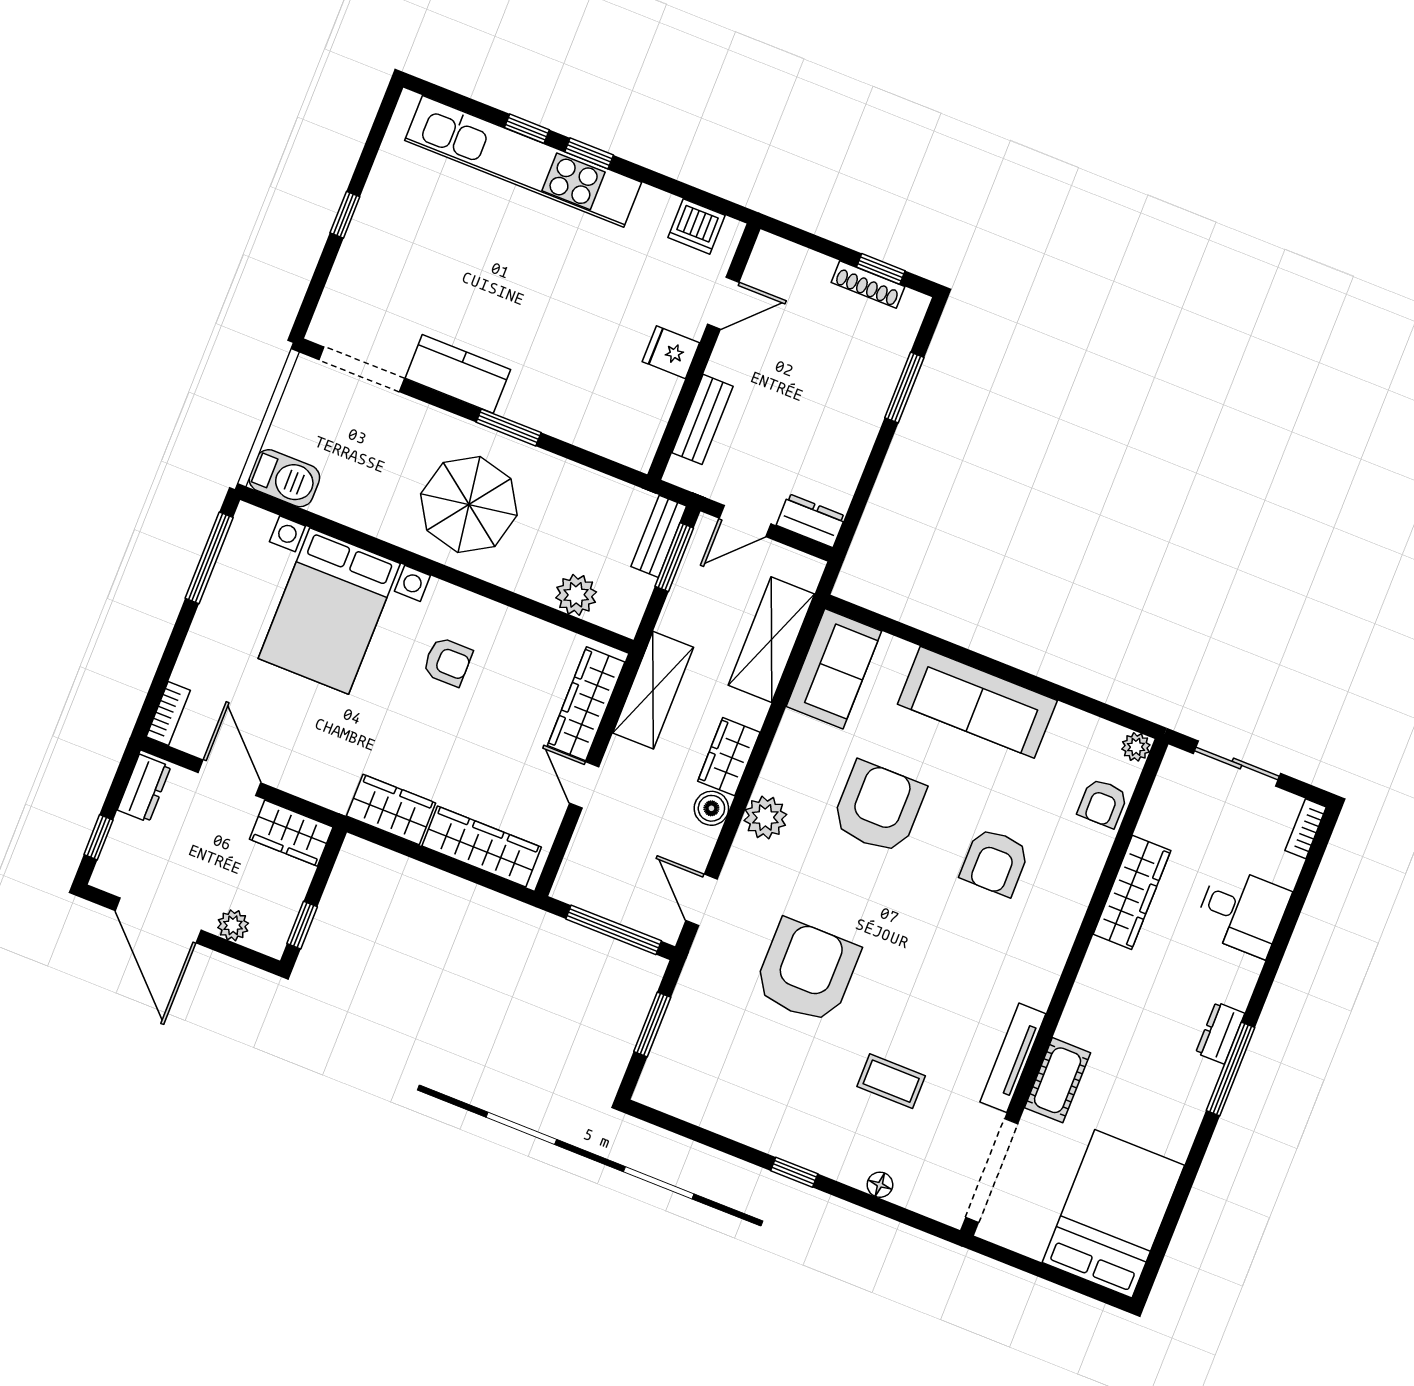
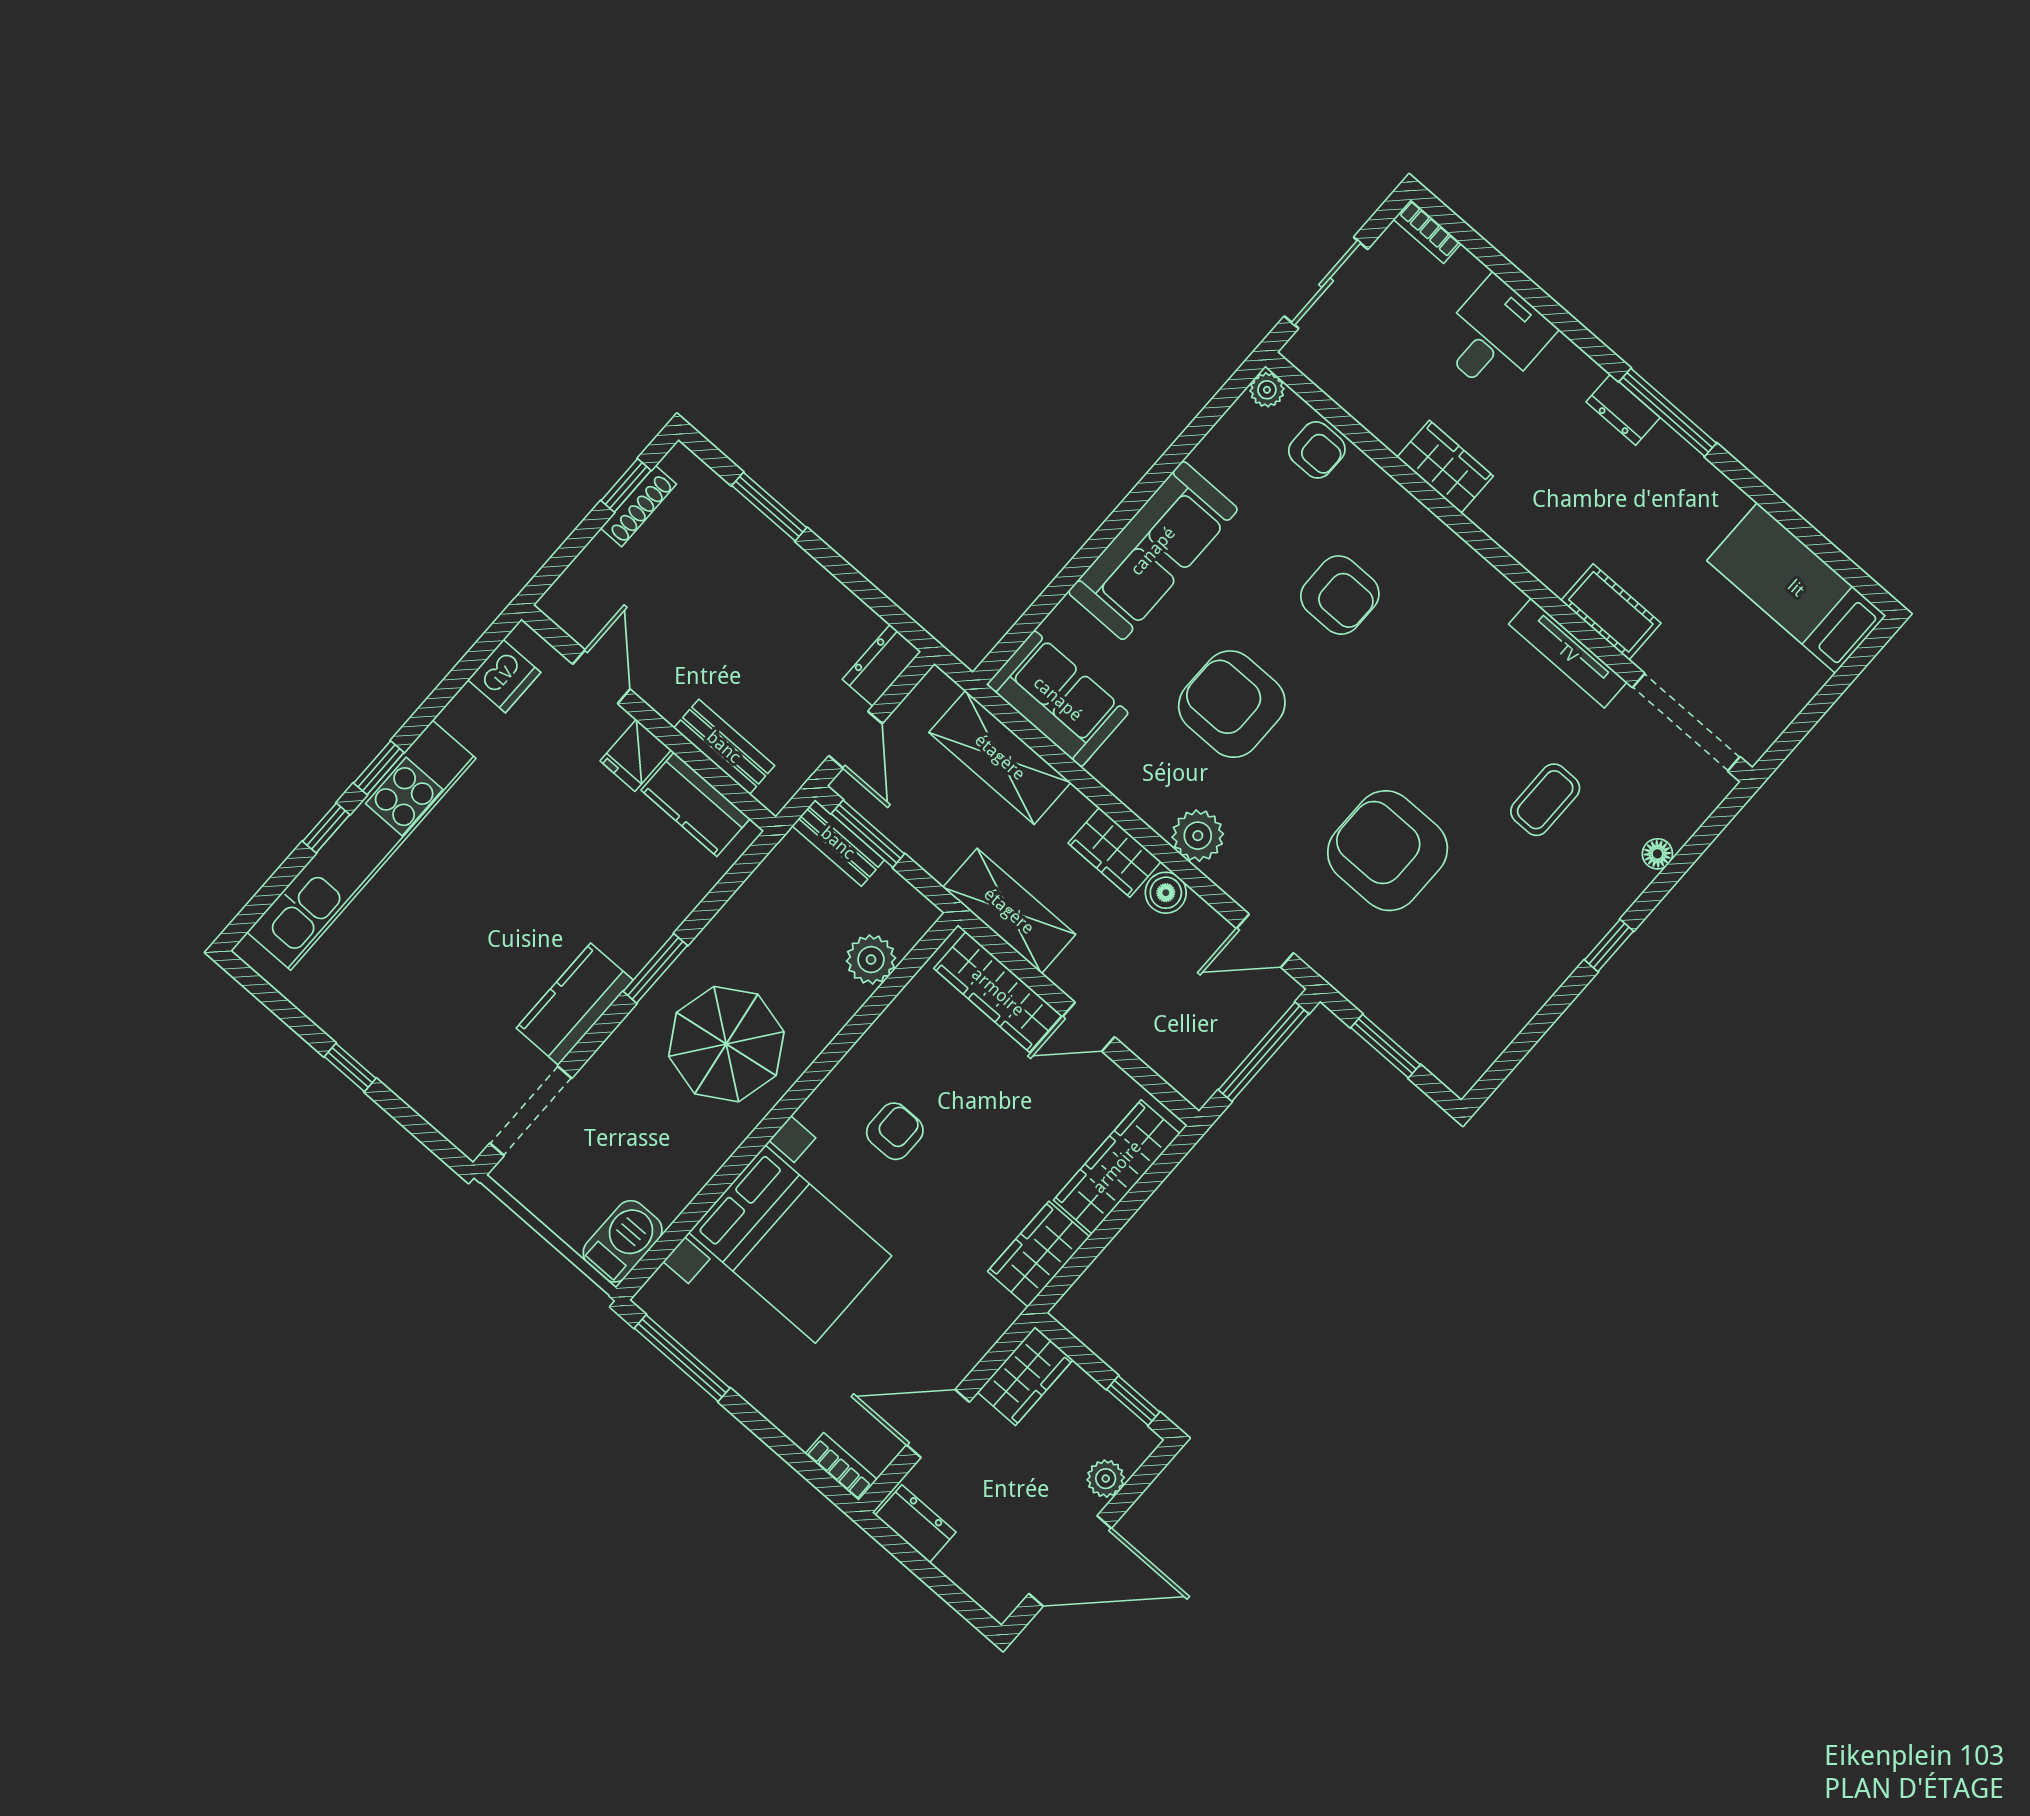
kitchen counter: (649, 413) -> (695, 804), added
window: (98, 837) -> (953, 1595), removed
wardrobe: (1132, 892) -> (1445, 467), width x0.67
bed: (1113, 1214) -> (1796, 588), width x0.67

